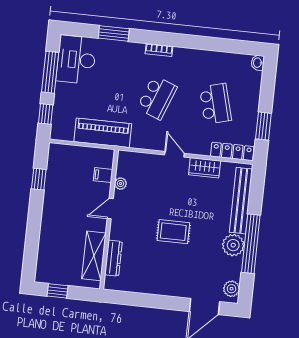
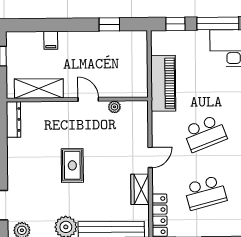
school desk: (157, 98) -> (205, 133), turned -42
filing cabinet: (103, 175) -> (51, 40), moved, turned 180
dresser: (113, 258) -> (13, 119), moved, turned -90

